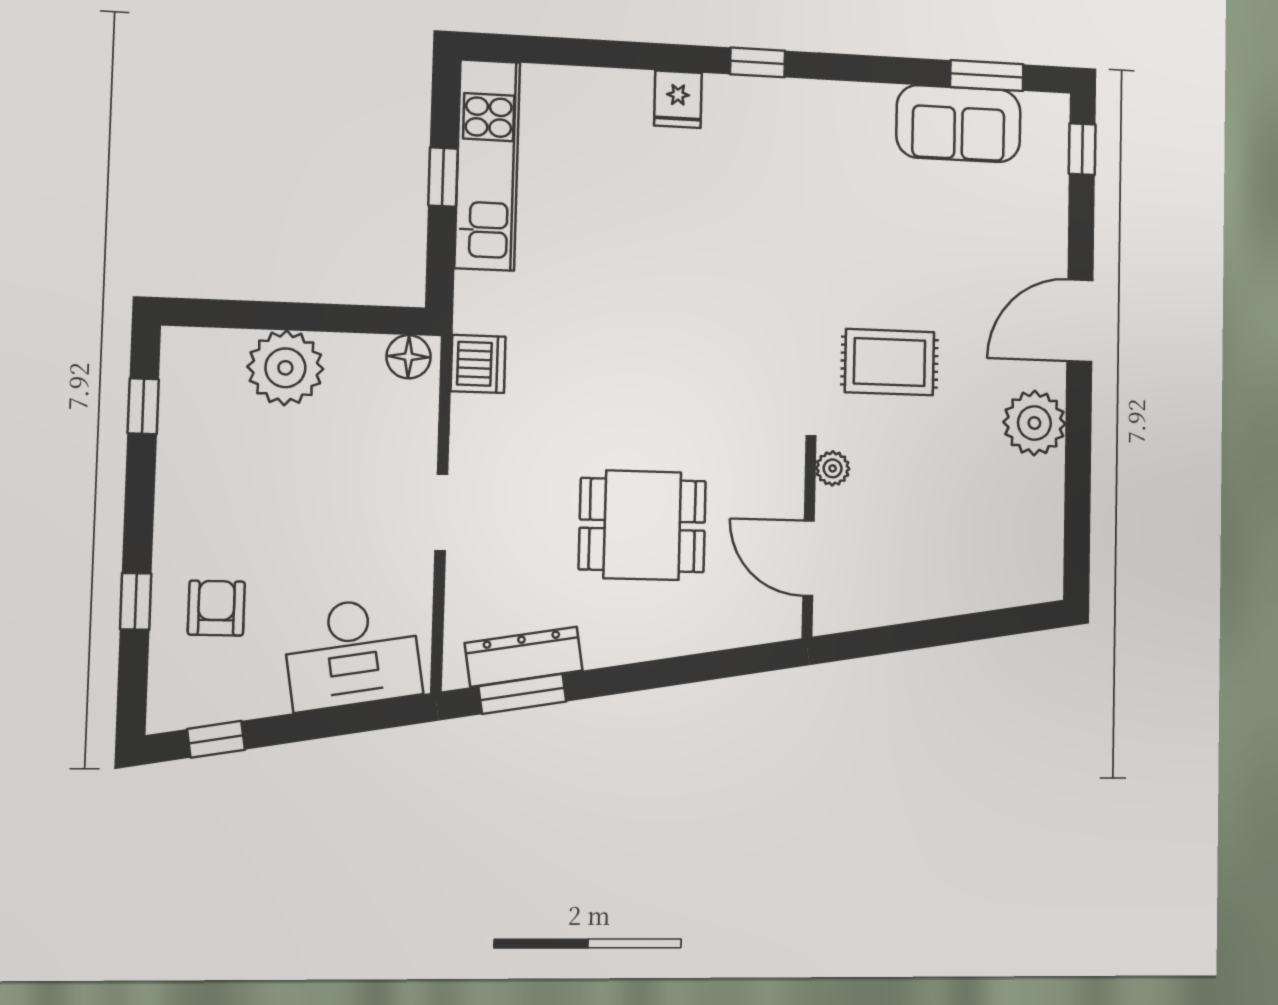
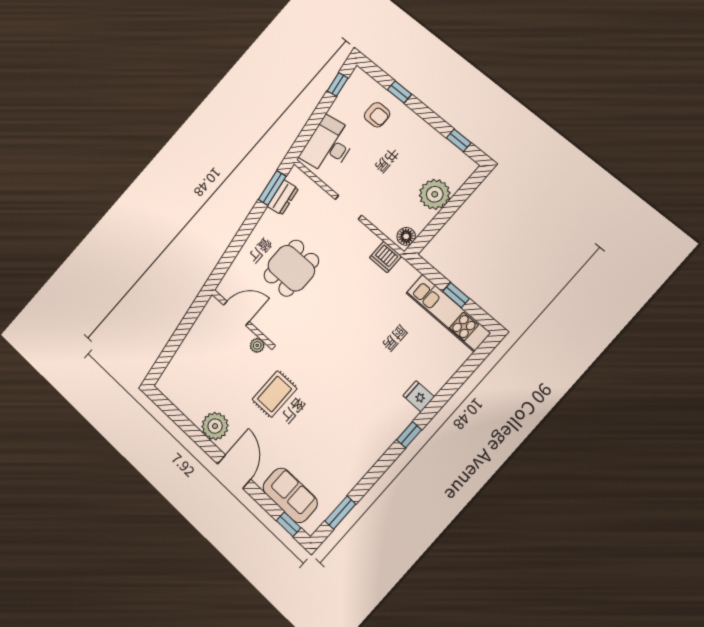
sofa: (958, 124) -> (290, 495), moved, turned 90
dresser: (524, 657) -> (283, 197), width x0.70

